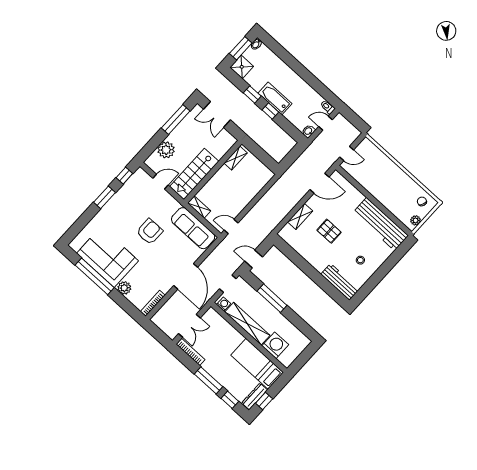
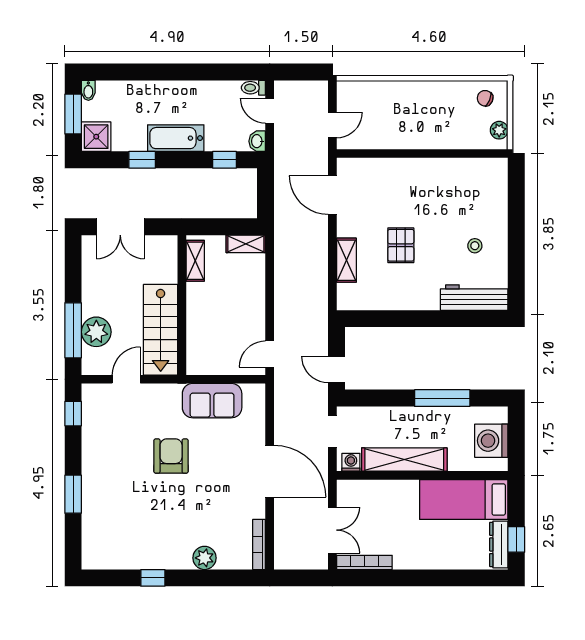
window: (270, 111) -> (225, 160), moved
window: (176, 120) -> (73, 330), moved
door: (326, 123) -> (270, 111), hinge flipped
door: (319, 183) -> (332, 195), swing flipped
window: (105, 197) -> (73, 494), moved
shelving: (199, 207) -> (246, 244), moved
workbench: (381, 224) -> (458, 176), removed
sofa: (193, 228) -> (212, 401), width x0.73
pallet: (329, 231) -> (401, 245), turned 90
corner sofa: (108, 257) -> (147, 538), removed
door: (254, 259) -> (337, 369), hinge flipped
window: (95, 276) -> (153, 578), width x0.32
window: (272, 298) -> (442, 398), moved
washing machine: (275, 345) -> (491, 441), moved, turned -90
window: (209, 380) -> (421, 578), removed
window: (230, 400) -> (471, 578), removed

